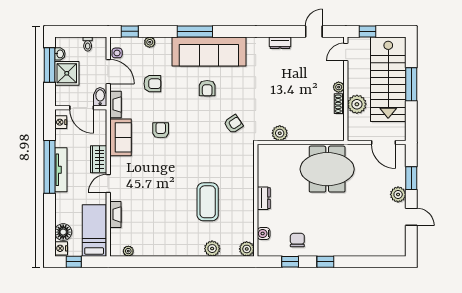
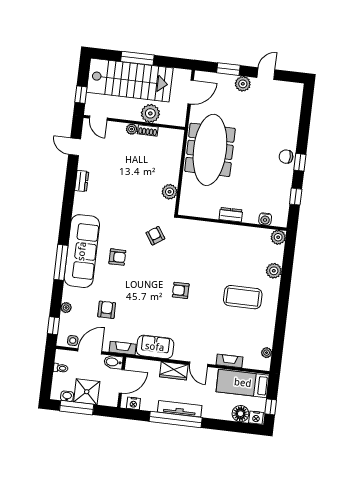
armchair: (161, 130) -> (181, 290), moved
meeting table: (327, 169) -> (210, 150), width x1.36
coffee table: (208, 202) -> (243, 297), moved
chair: (297, 240) -> (286, 157), moved

